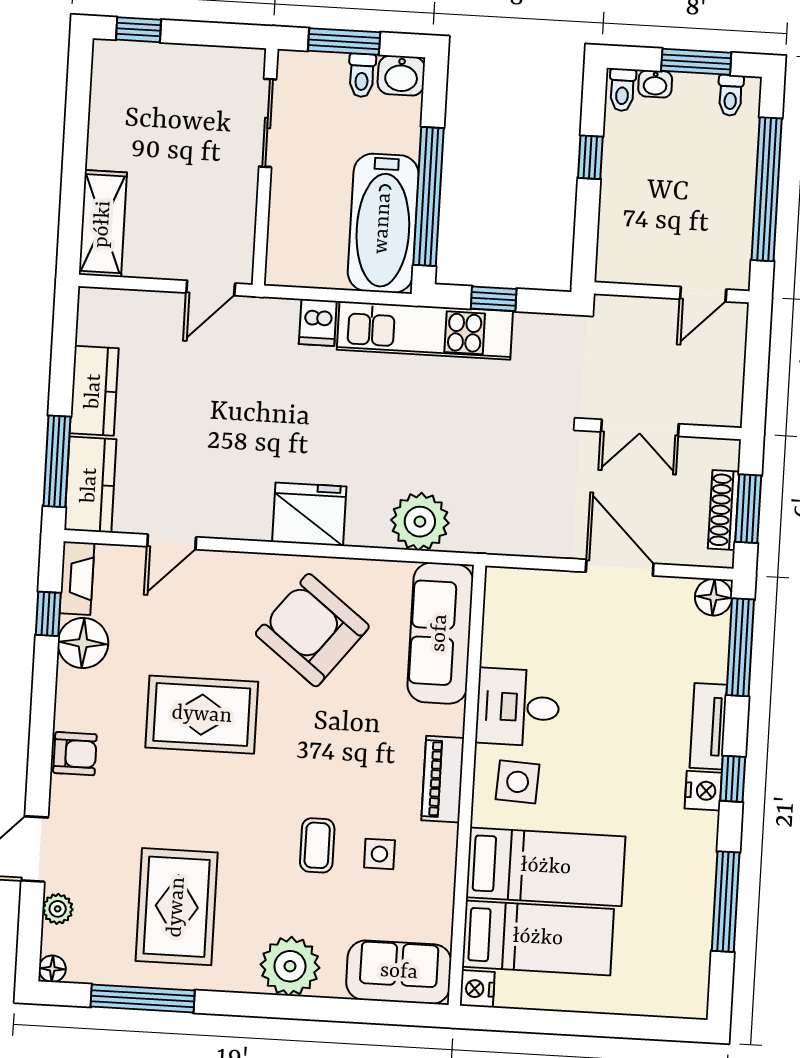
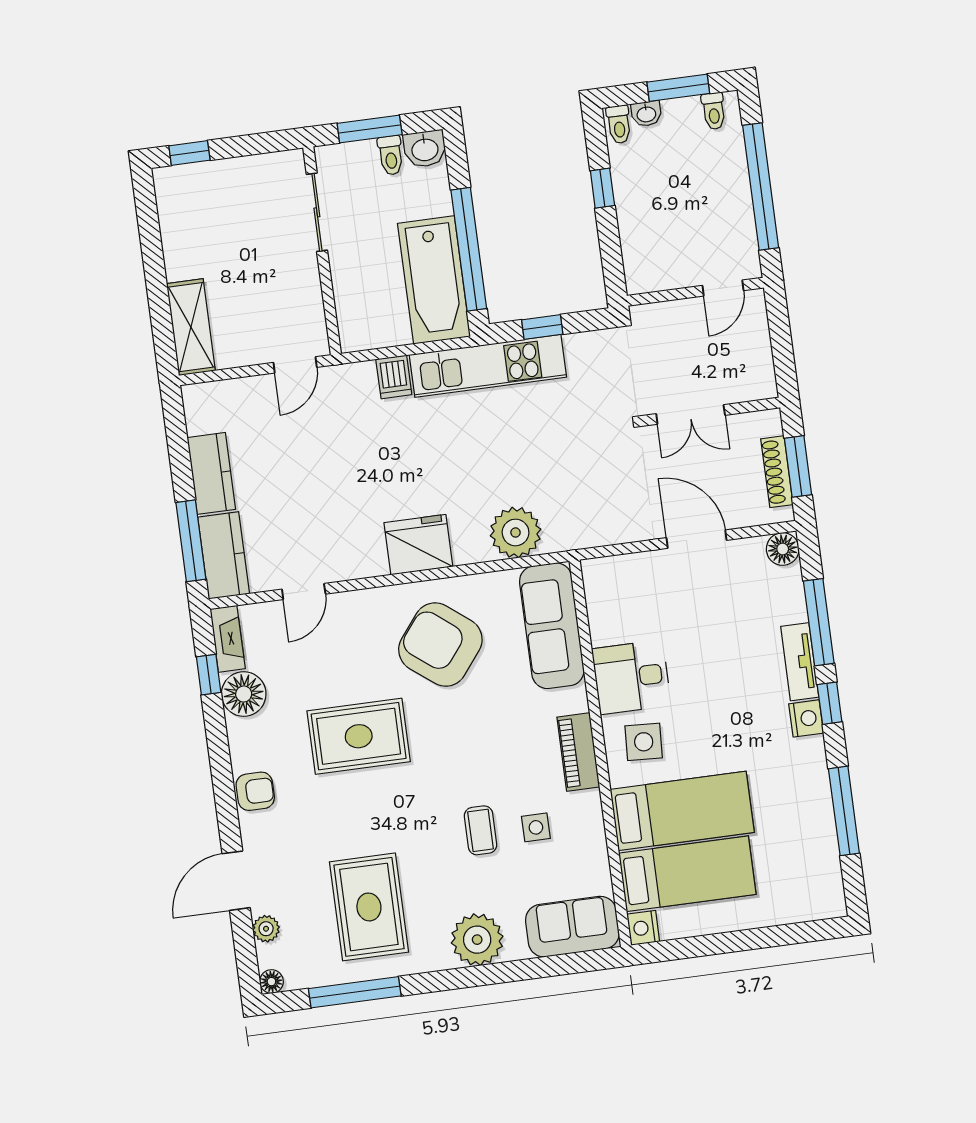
window: (740, 647) -> (819, 622), moved

